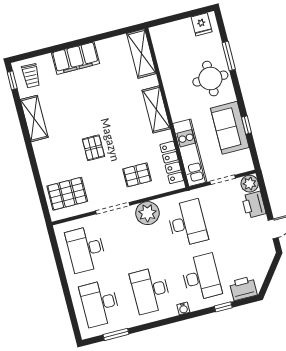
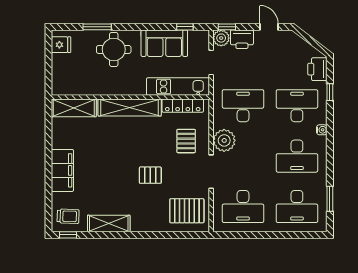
shelving: (156, 109) -> (130, 107), width x1.47
window: (246, 125) -> (185, 27), moved
window: (262, 186) -> (227, 27), added
pallet: (67, 194) -> (187, 211), turned 90

